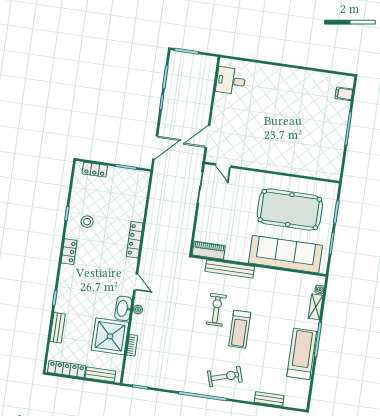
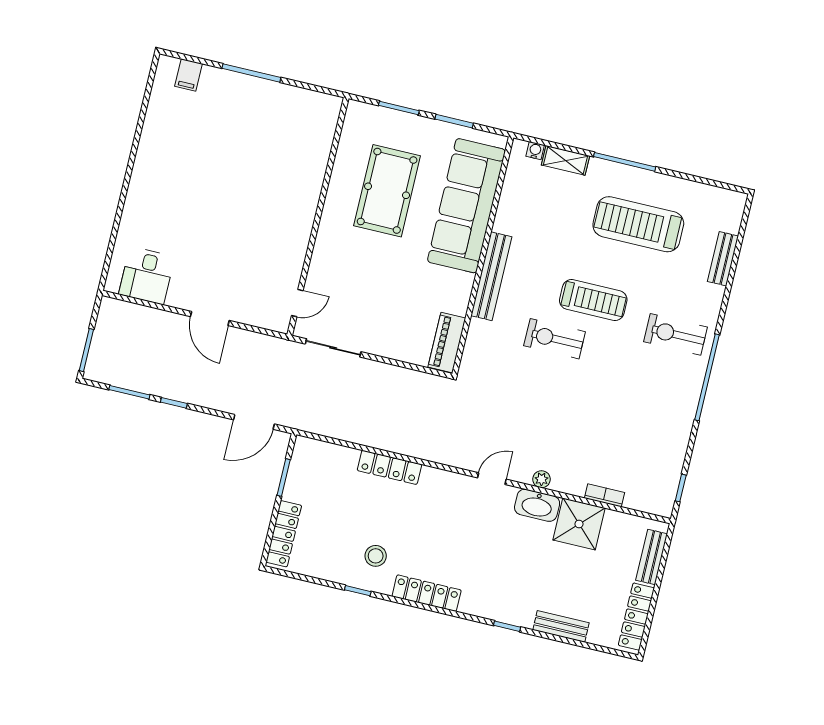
door: (207, 137) -> (210, 318), moved
door: (155, 147) -> (254, 422), swing flipped
locker: (95, 170) -> (284, 534), width x1.53
pool table: (290, 210) -> (387, 191), width x0.73, depth x0.76
locker: (135, 240) -> (389, 467), moved
locker: (69, 252) -> (427, 593), width x1.53
bench: (230, 269) -> (491, 276), moved
shower: (110, 336) -> (579, 524), width x0.73, depth x0.73
treadmill: (302, 354) -> (638, 224), moved
exercise bike: (225, 376) -> (675, 334), turned -73

